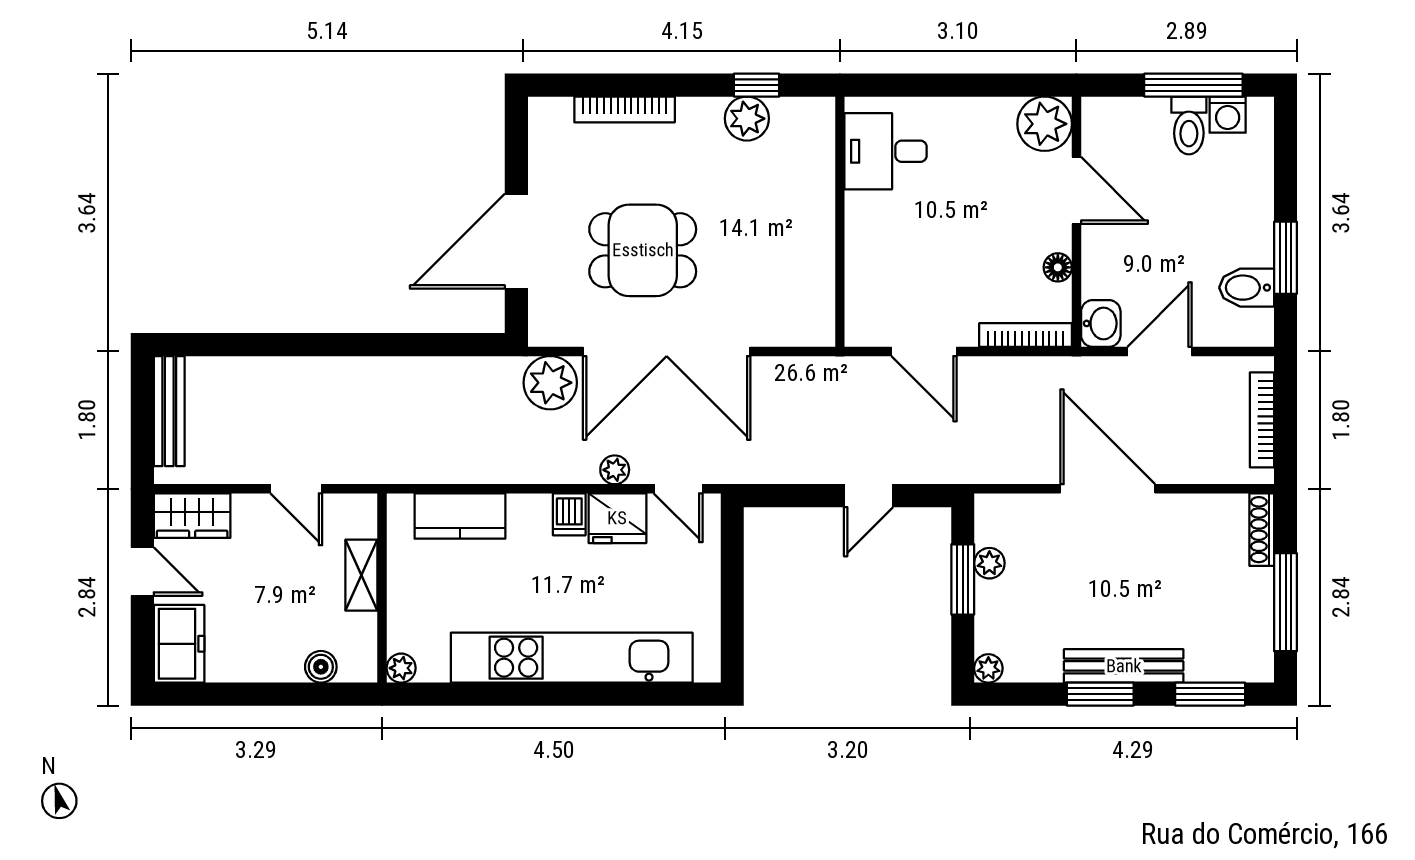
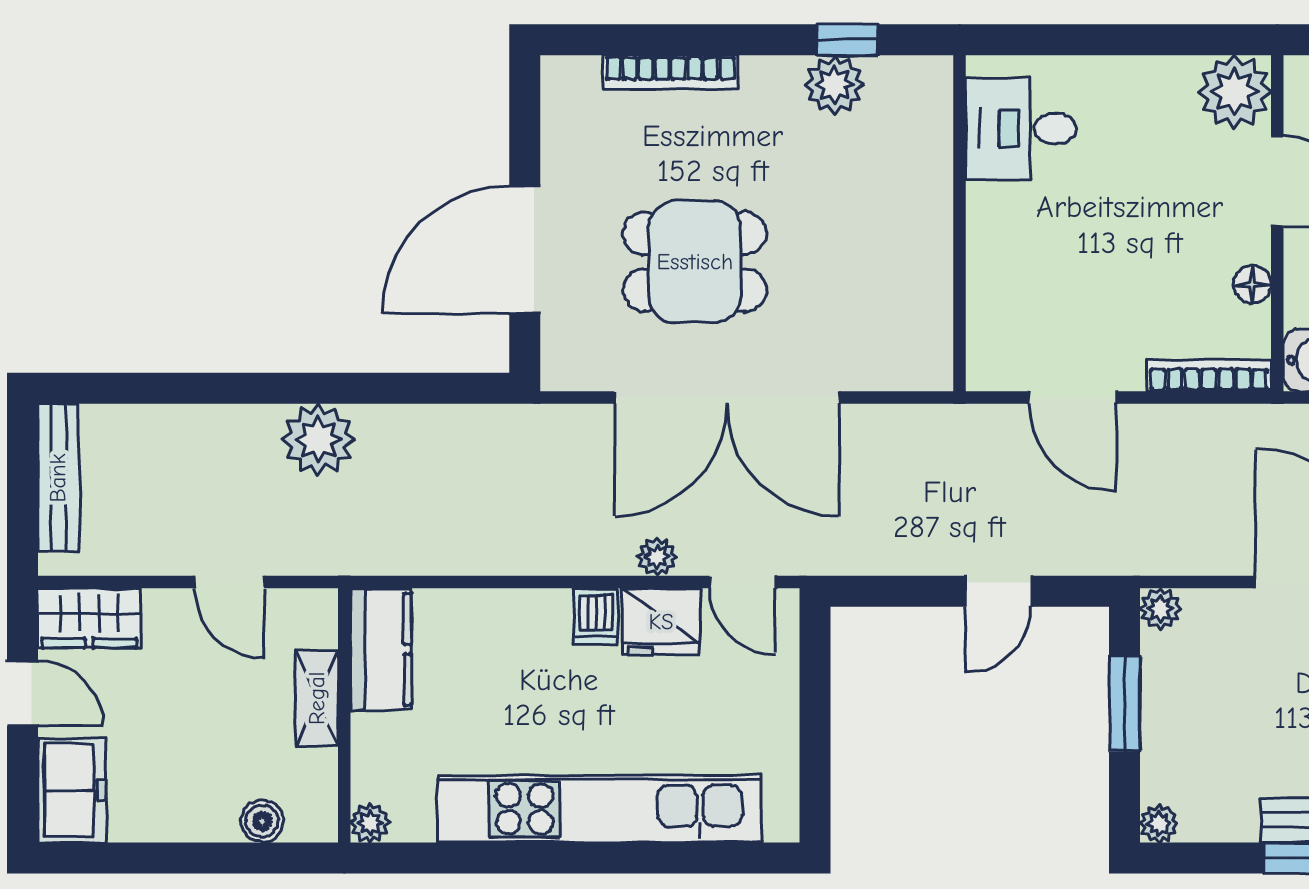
plant: (550, 383) -> (318, 440), moved
kitchen counter: (460, 516) -> (381, 649), moved, turned -90
plant: (989, 563) -> (1160, 609), moved

